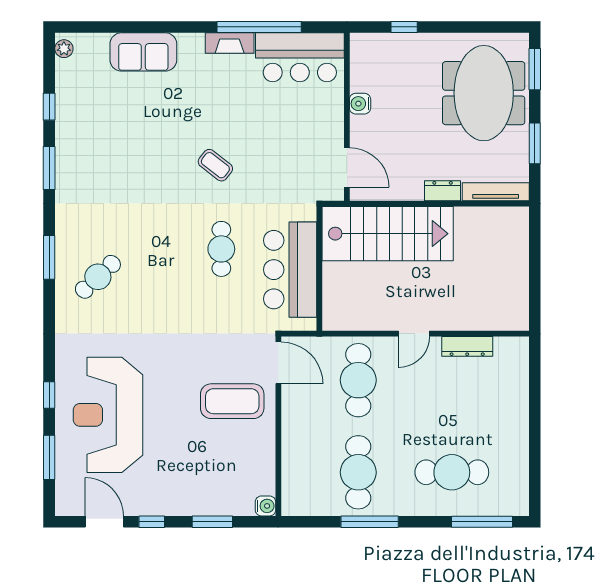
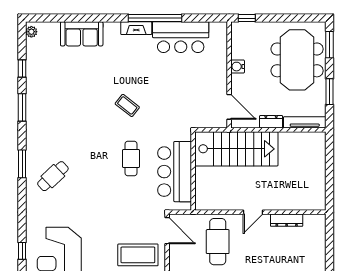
water cooler: (360, 104) -> (238, 67), moved
wall: (347, 117) -> (229, 75), moved
door: (347, 167) -> (229, 107), moved

